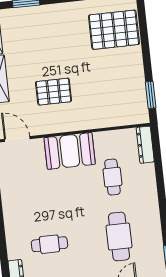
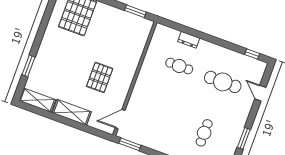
dresser: (145, 145) -> (189, 40), moved, width x0.70
booth: (70, 151) -> (146, 87), removed

